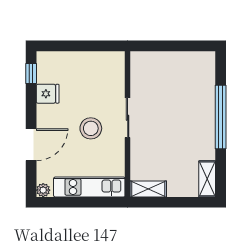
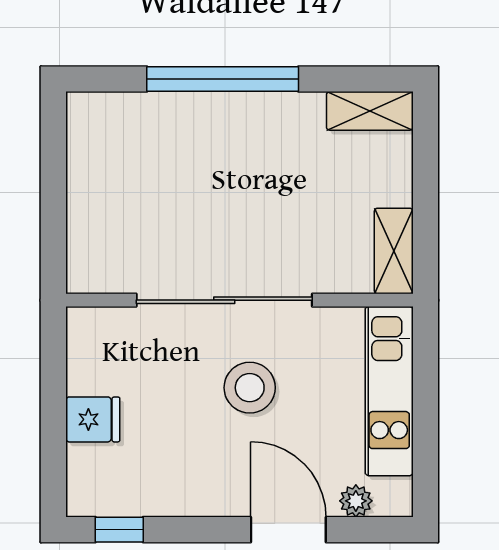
fridge: (48, 94) -> (93, 419), moved, turned 90
sliding door: (128, 118) -> (224, 300), width x1.86
plant: (43, 190) -> (356, 501), moved

